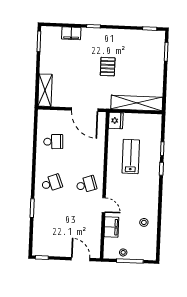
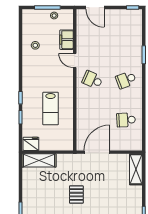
shelving: (137, 103) -> (39, 160), width x0.68
door: (85, 110) -> (97, 152), hinge flipped
fridge: (116, 121) -> (31, 144), moved, turned 90
school desk: (86, 184) -> (92, 80), turned 42

